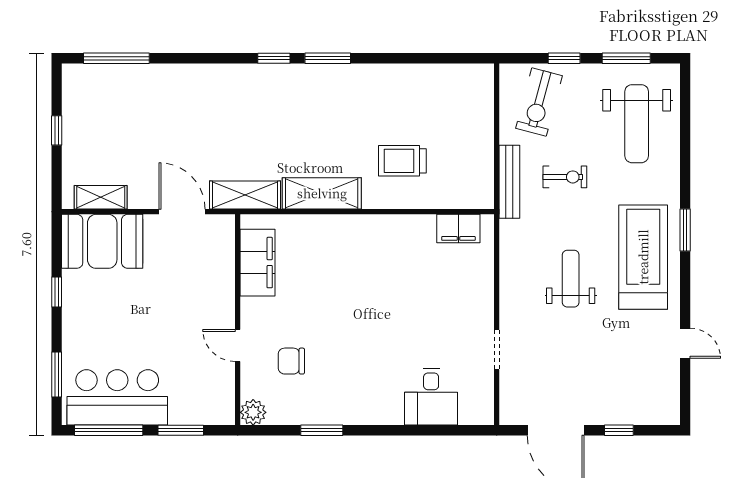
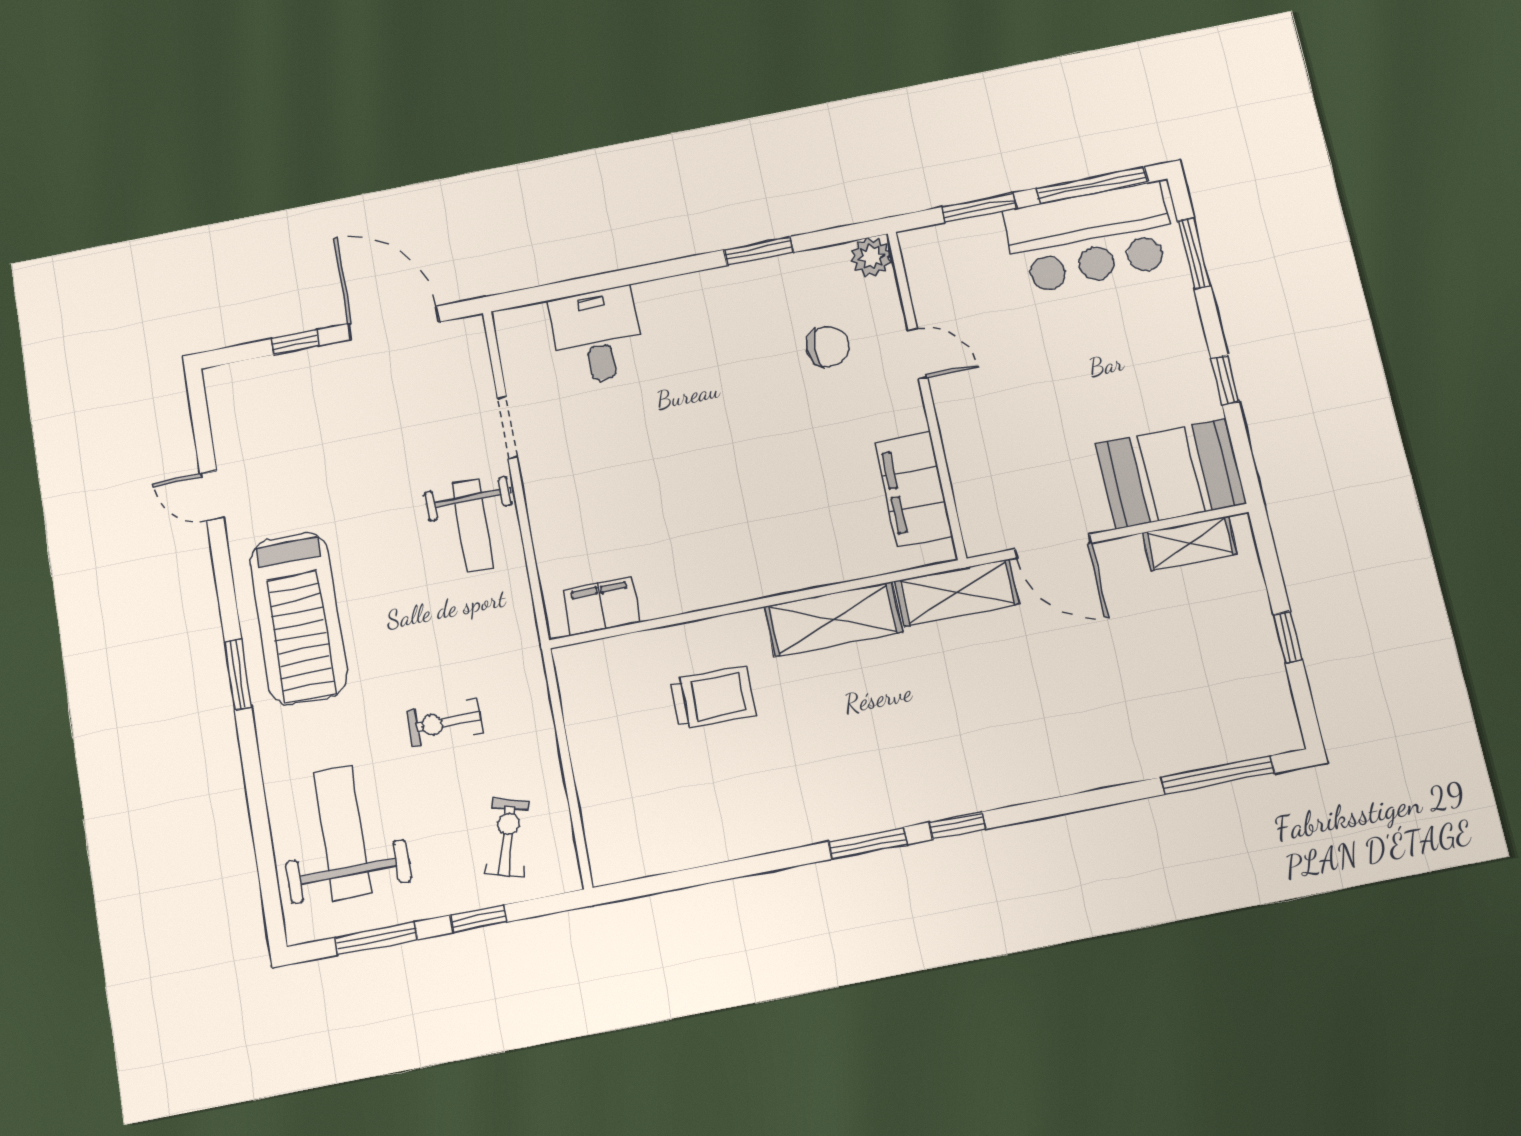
exercise bike: (539, 102) -> (507, 838), width x0.73, depth x0.72
bench: (509, 182) -> (533, 697), removed
weight bench: (571, 279) -> (473, 526), moved

